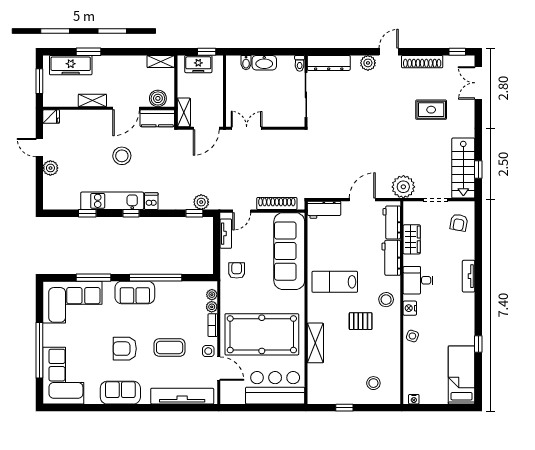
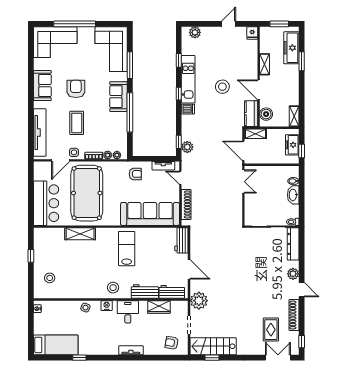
rug: (431, 110) -> (271, 330), moved
plant: (50, 168) -> (195, 32), moved
pallet: (361, 321) -> (97, 268), removed

